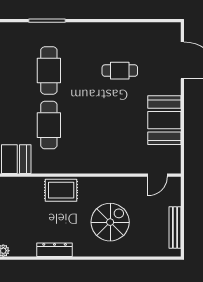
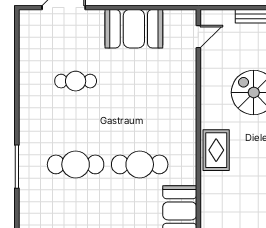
cafe table: (120, 71) -> (76, 81), turned 90
door: (158, 175) -> (198, 37), hinge flipped

